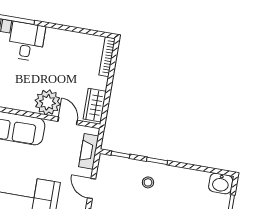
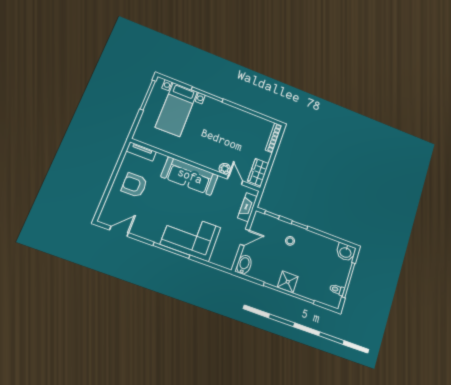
desk: (26, 41) -> (214, 113), removed
plant: (48, 102) -> (225, 169), width x0.53, depth x0.53
door: (92, 188) -> (245, 237), swing flipped

